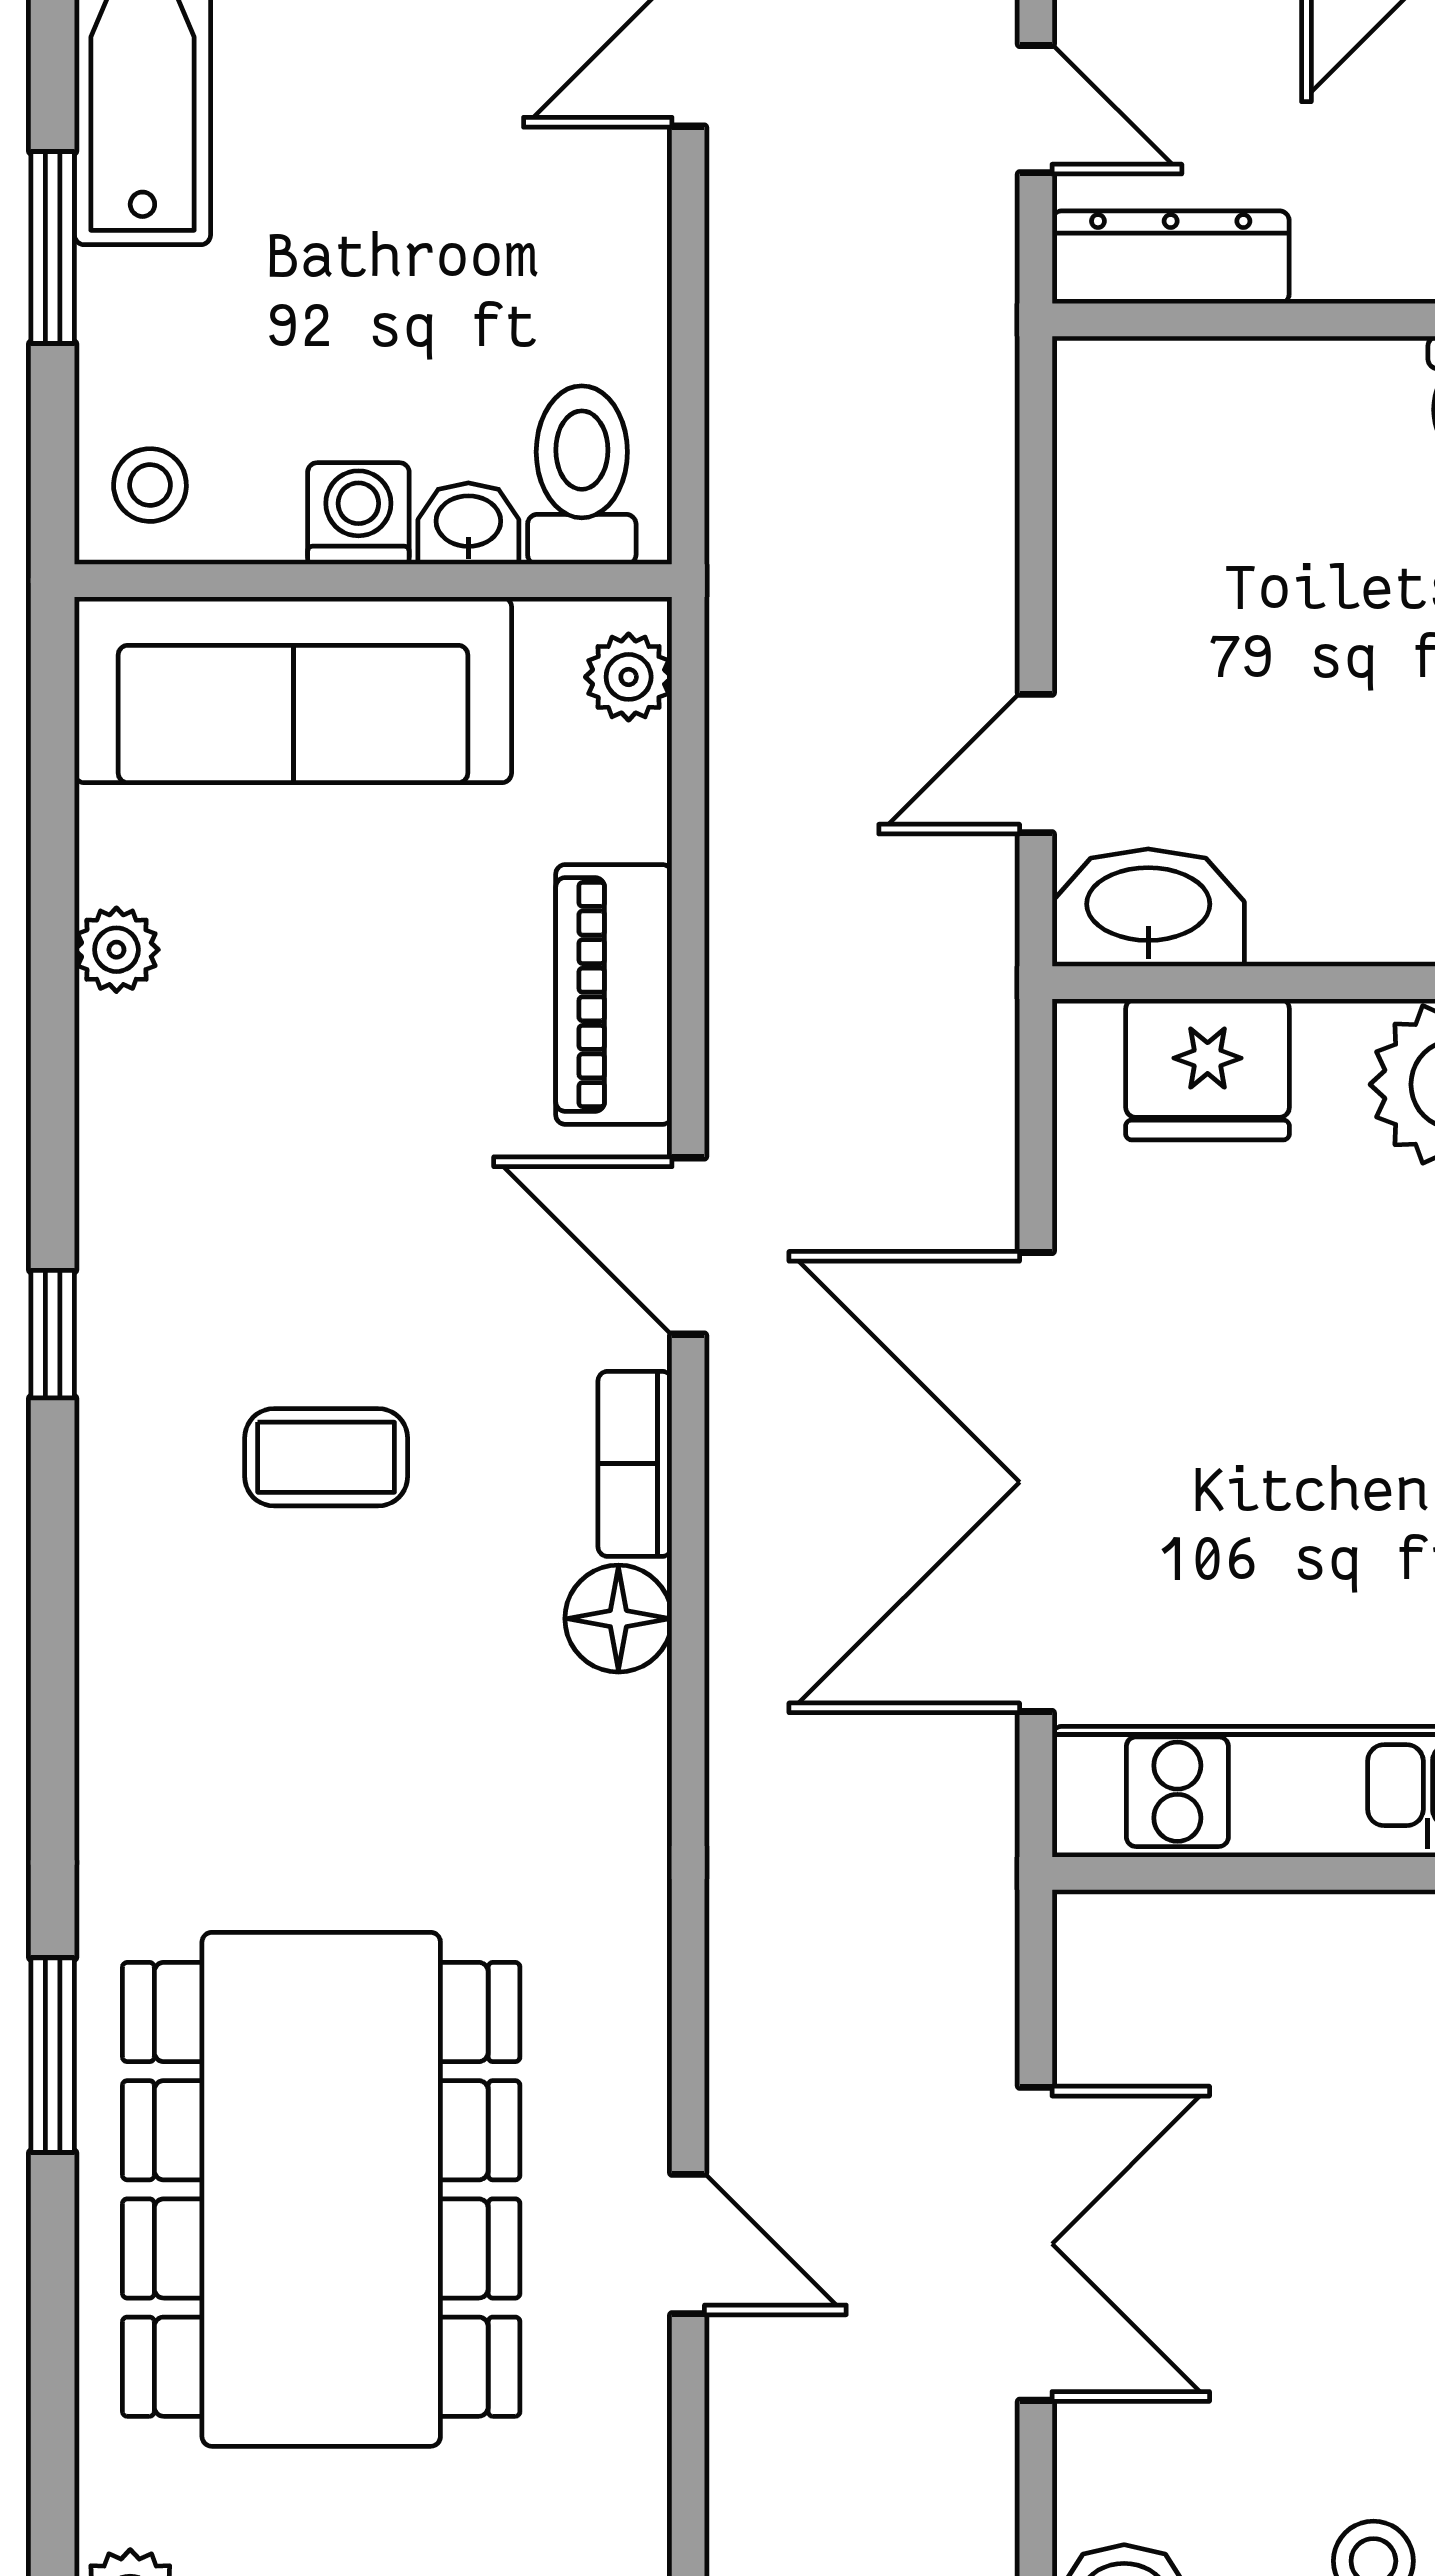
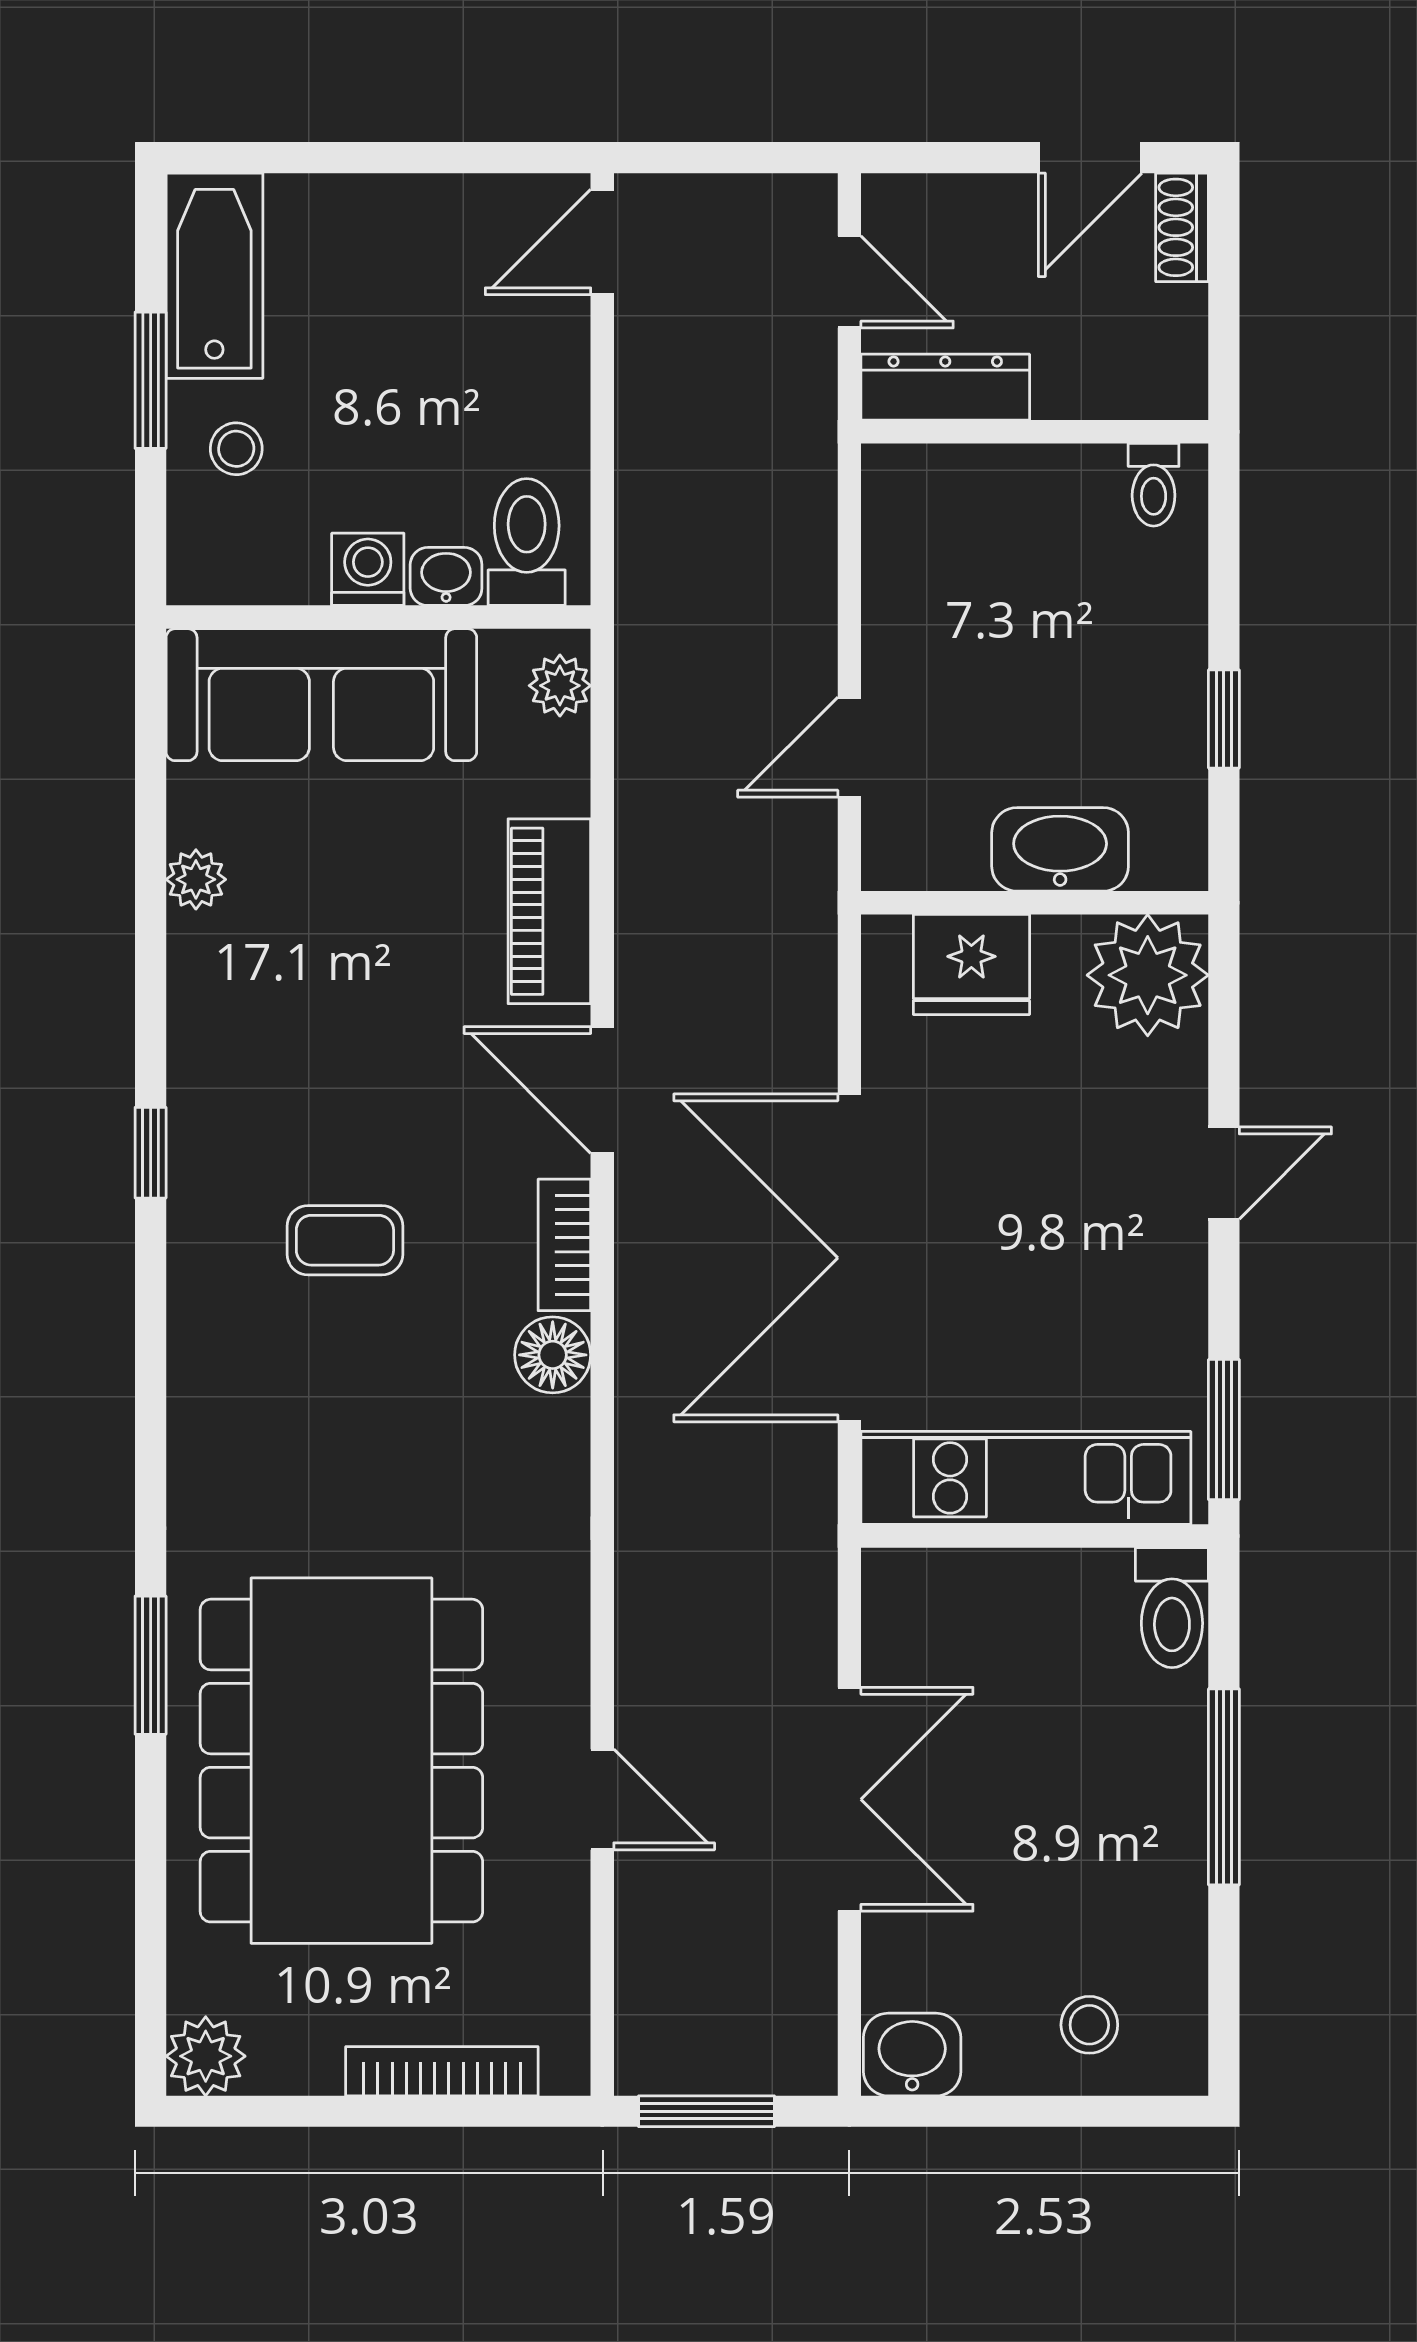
stool: (150, 485) -> (236, 449), moved
washbasin: (1148, 908) -> (1060, 849), moved

